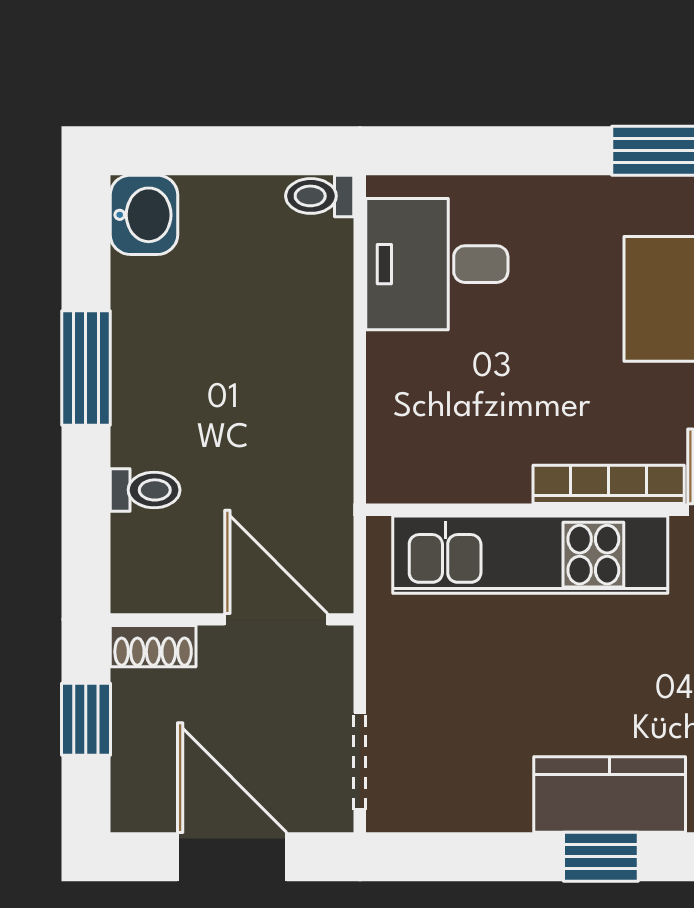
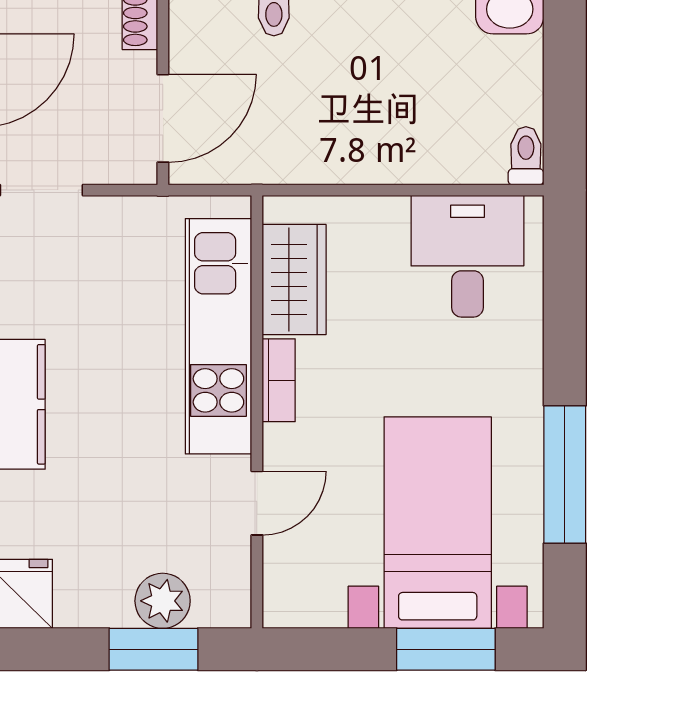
wardrobe: (464, 466) -> (294, 280), added
bookcase: (609, 484) -> (279, 380), width x0.64

